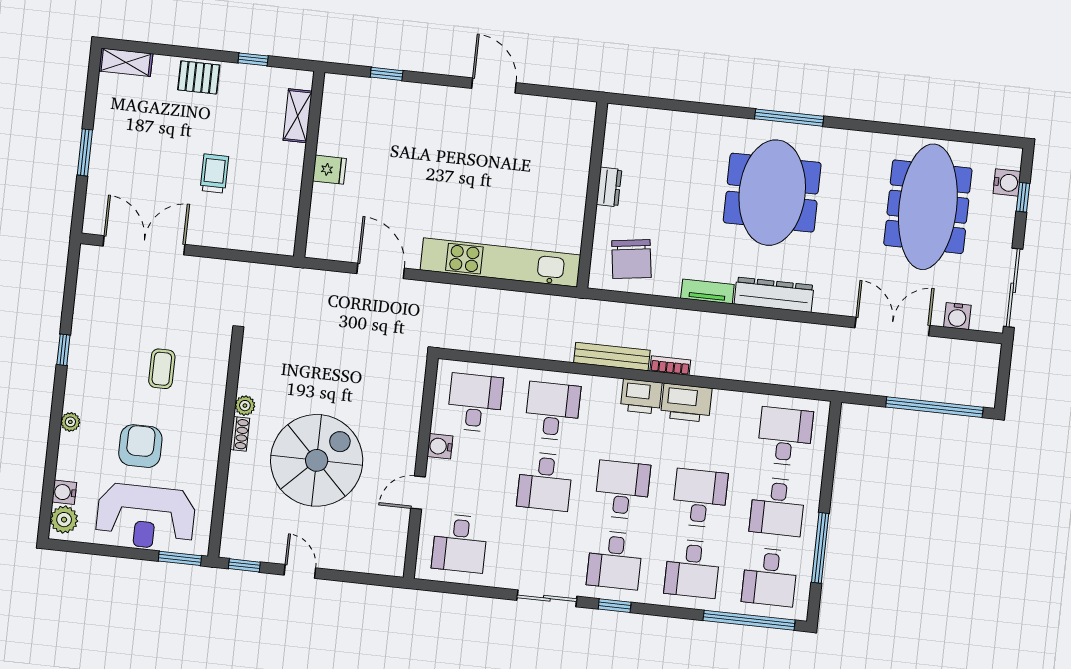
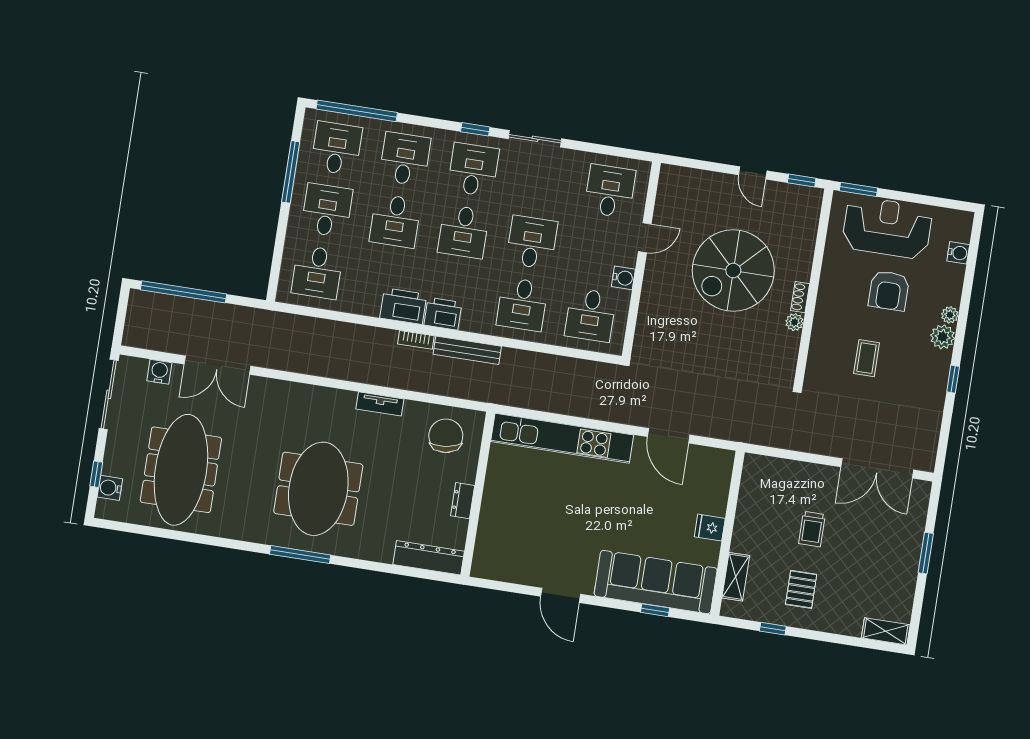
pallet: (199, 77) -> (801, 589), moved, turned 90
sofa: (387, 106) -> (656, 582), added
dresser: (774, 295) -> (429, 558), moved, turned 180
plant: (64, 520) -> (943, 337), moved

